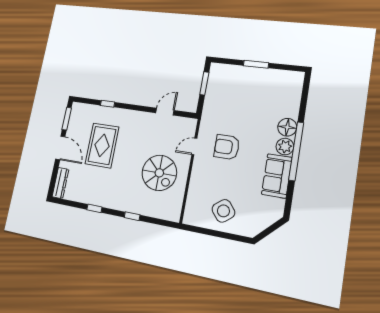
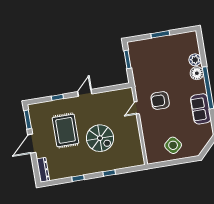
door: (165, 112) -> (85, 93), moved
plant: (285, 147) -> (195, 60), moved
door: (60, 148) -> (32, 144), swing flipped
spiral stairs: (159, 173) -> (100, 138), moved

